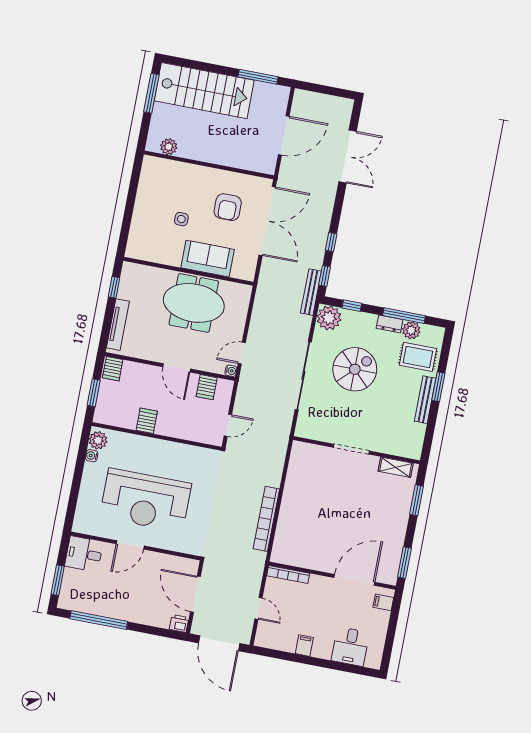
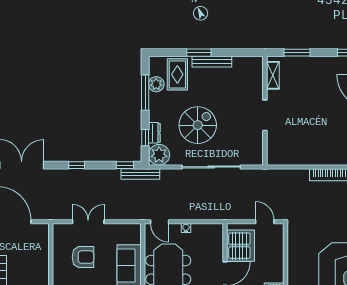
double door: (267, 221) -> (88, 222), width x0.54
window: (331, 242) -> (77, 165), moved
dresser: (390, 324) -> (154, 133), moved
door: (242, 353) -> (160, 222), moved
spiral stairs: (355, 369) -> (198, 125), turned 90
water cooler: (231, 371) -> (186, 228), moved
server rack: (207, 387) -> (241, 246), width x2.18, depth x1.44

